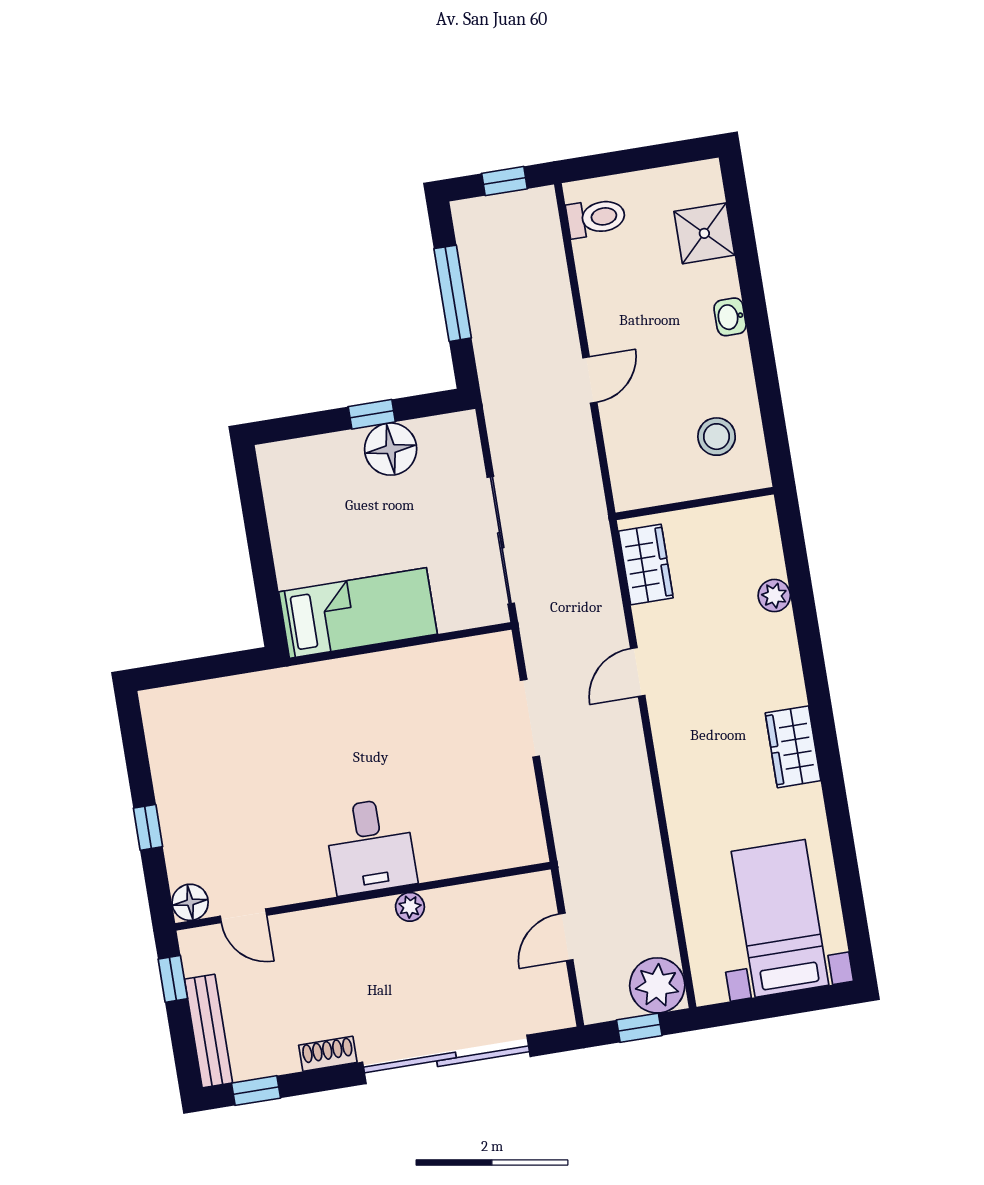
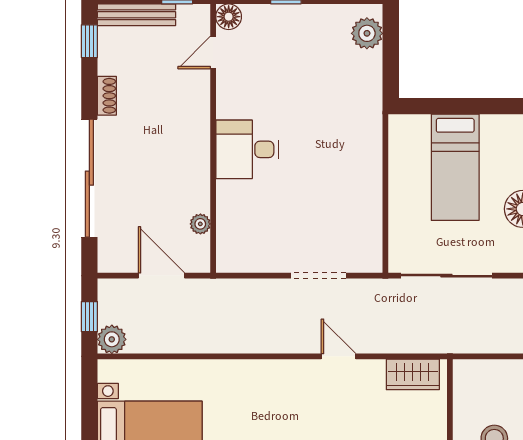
bed: (358, 613) -> (455, 167), moved
plant: (182, 706) -> (367, 33), added
plant: (410, 907) -> (200, 224), moved
door: (566, 937) -> (161, 276), width x1.38
plant: (657, 985) -> (112, 339), width x0.73, depth x0.73

